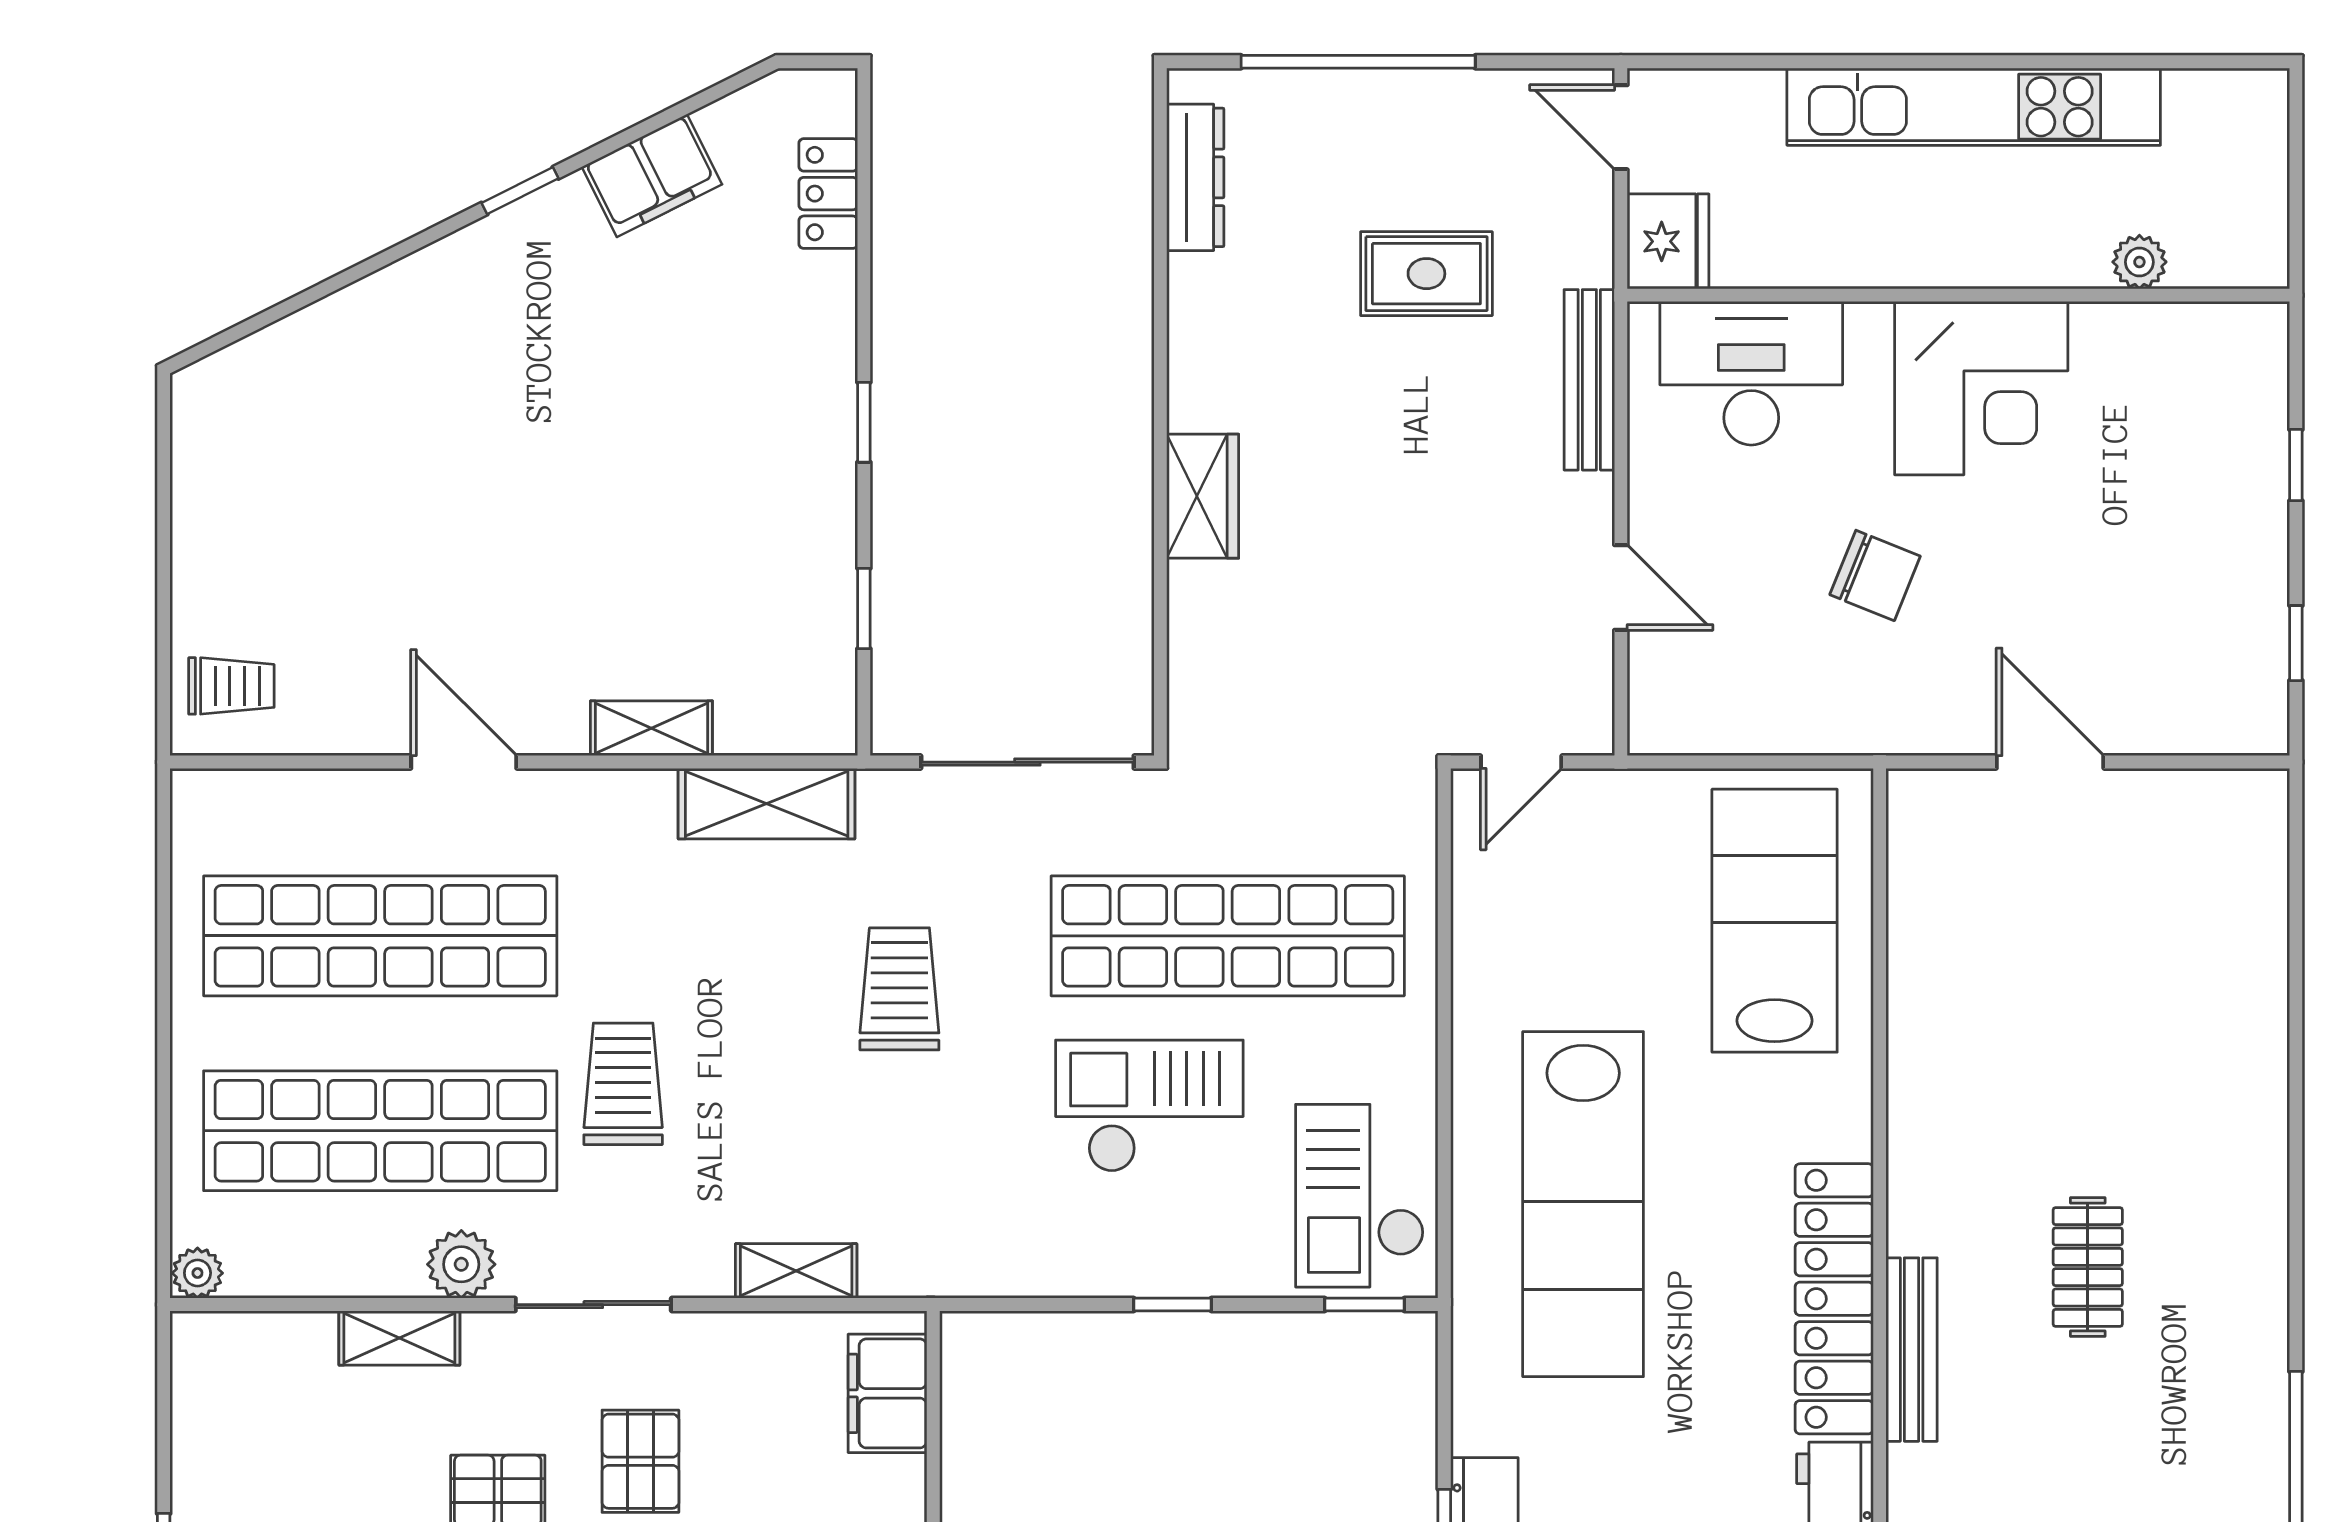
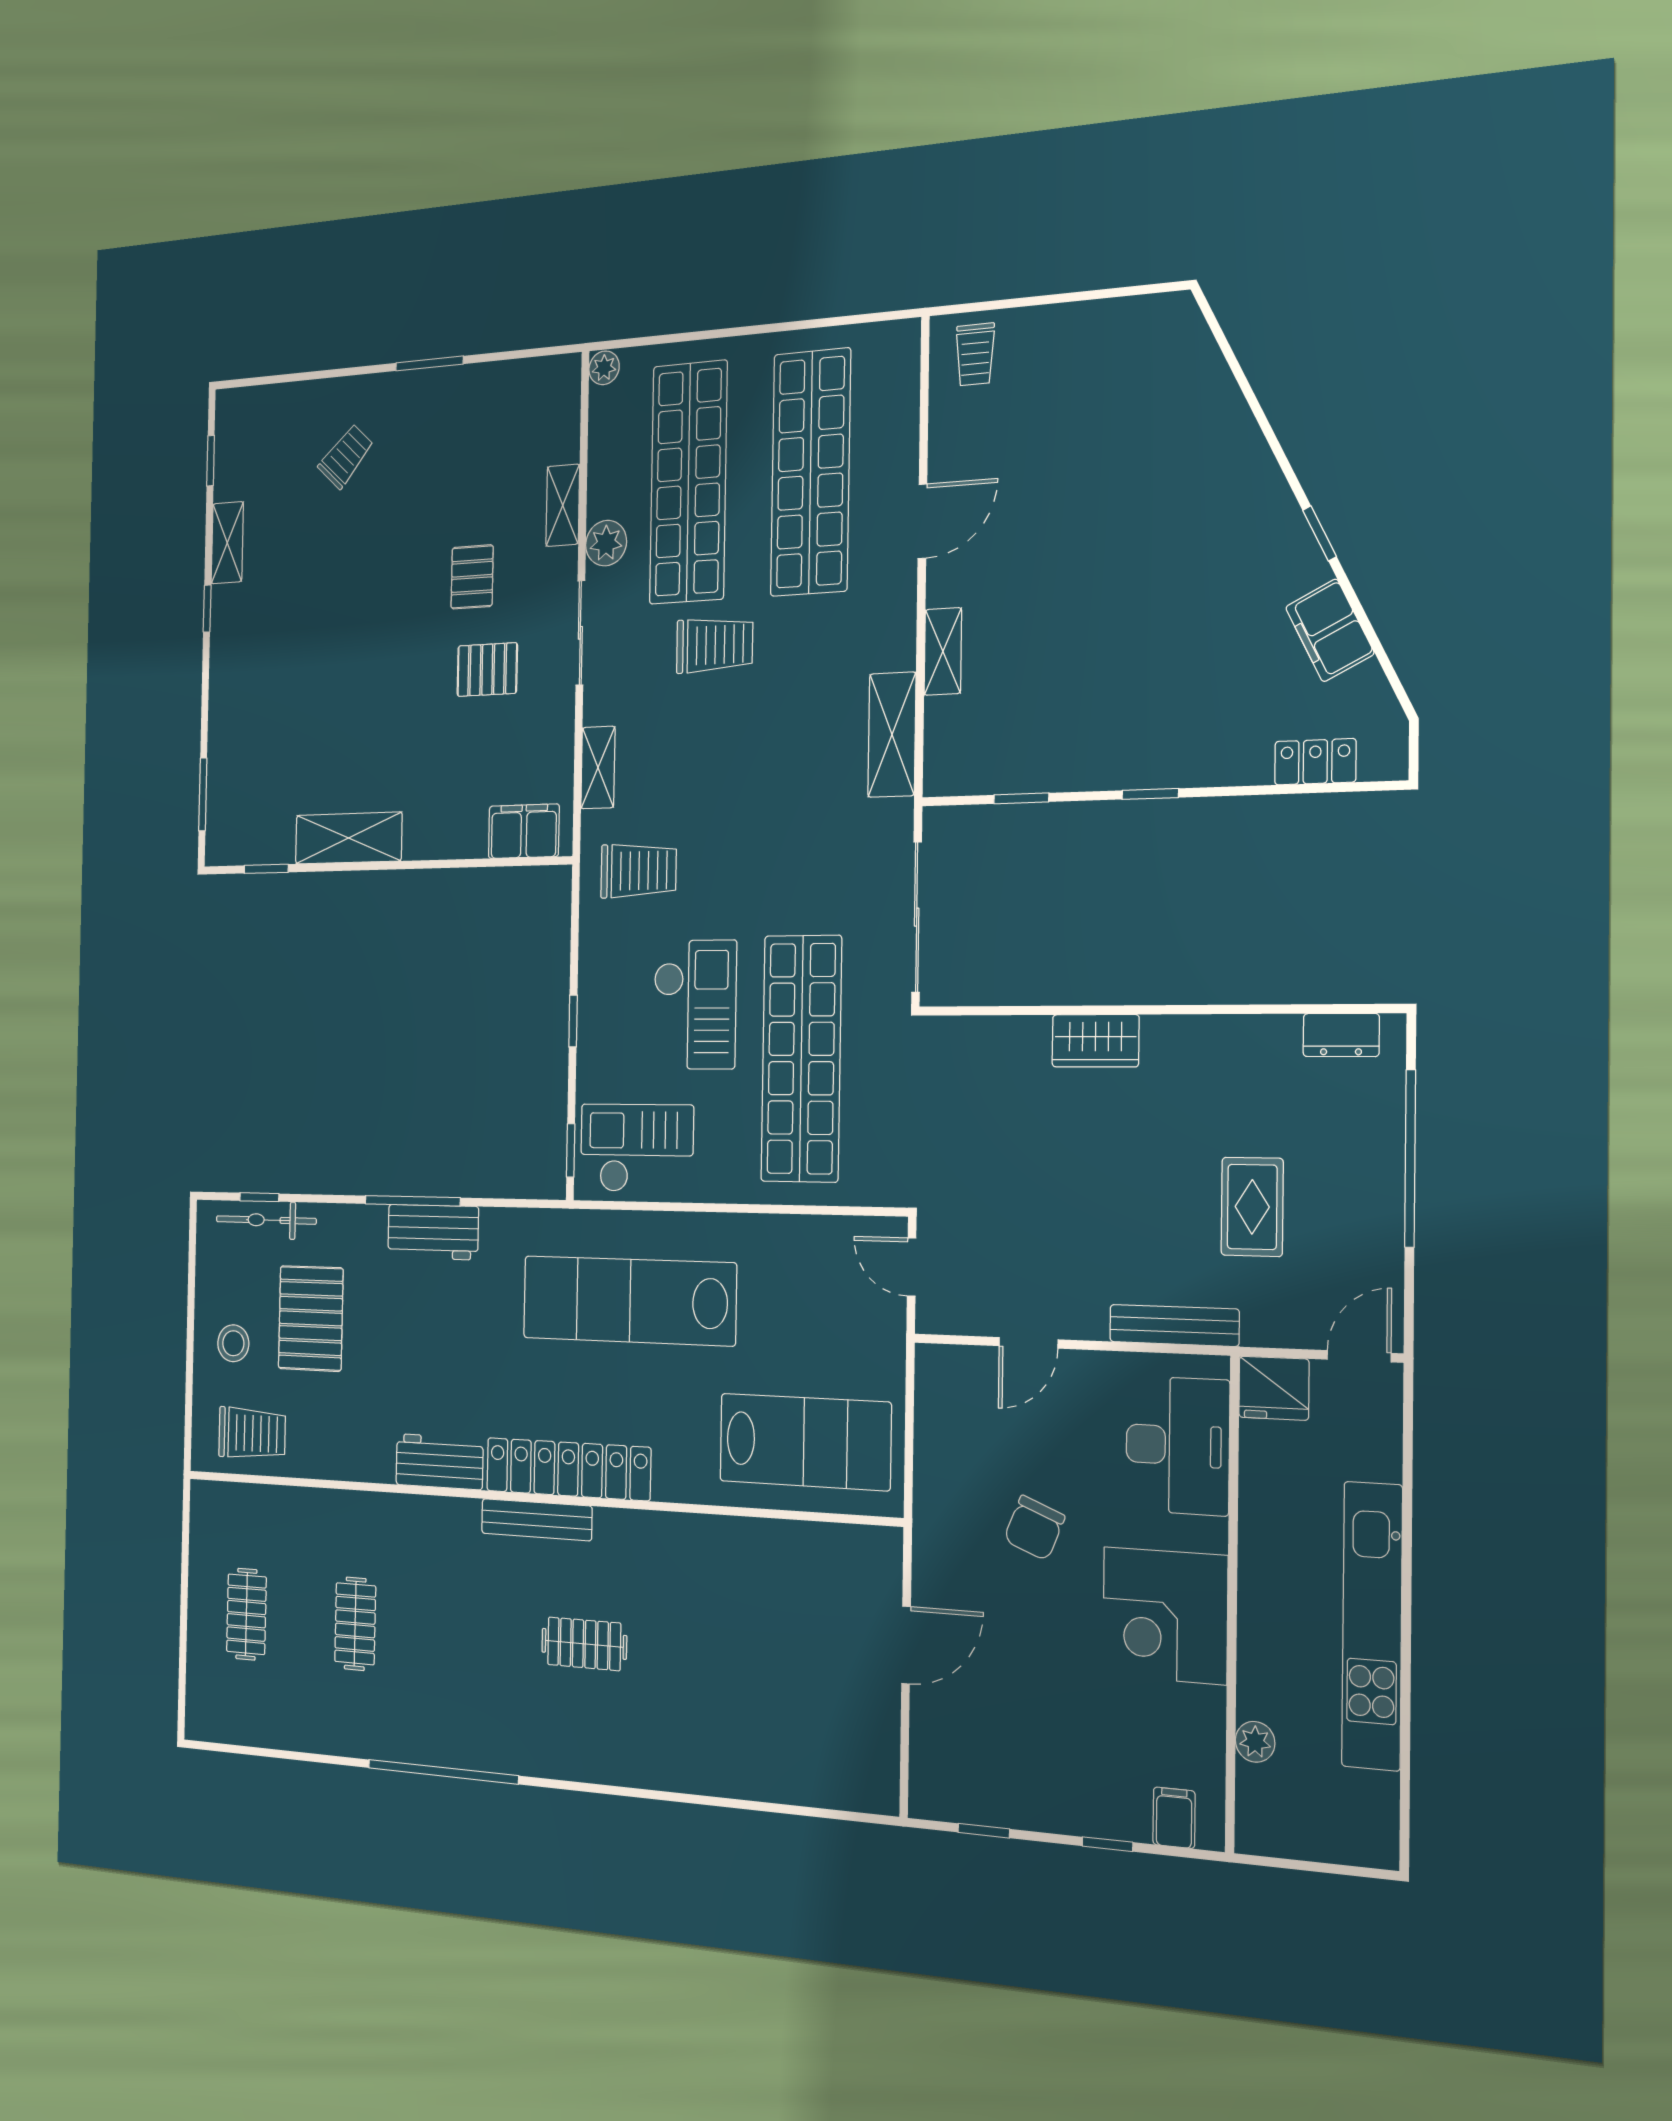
dresser: (1195, 177) -> (1341, 1035), width x0.70
filing cabinet: (2251, 372) -> (1174, 1818), added
trolley: (899, 989) -> (638, 871), moved

